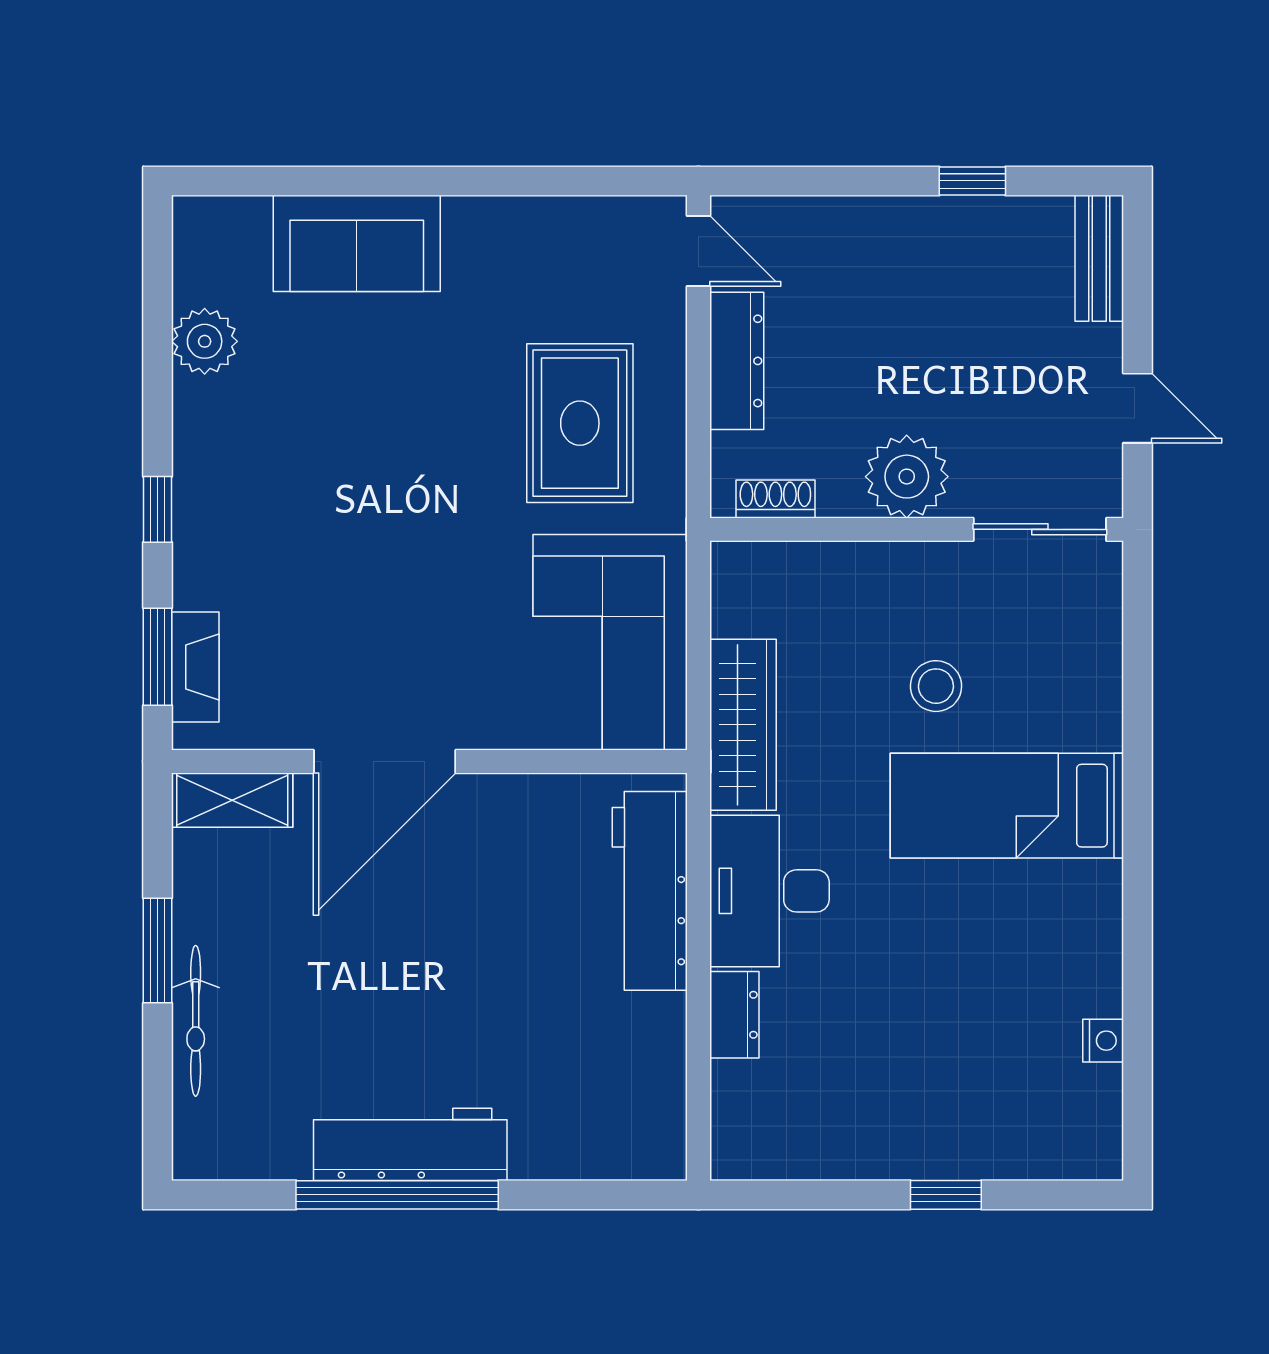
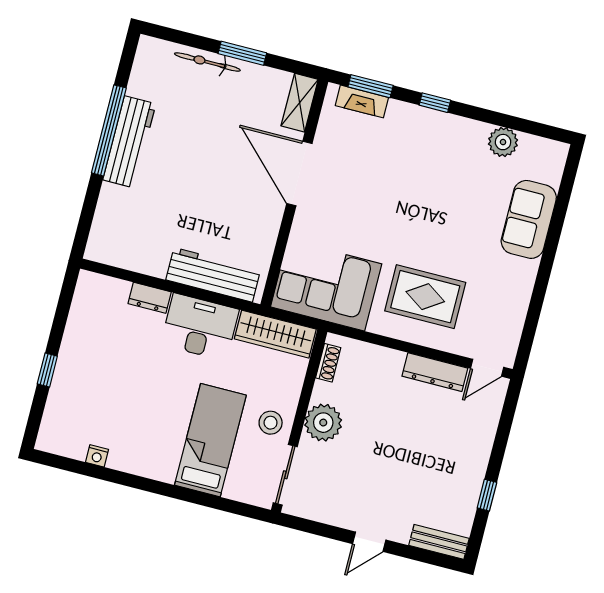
plant: (907, 477) -> (323, 423), moved
shoe rack: (775, 499) -> (328, 363), moved
wall: (917, 529) -> (299, 421), moved
sliding door: (1040, 529) -> (285, 475), moved

